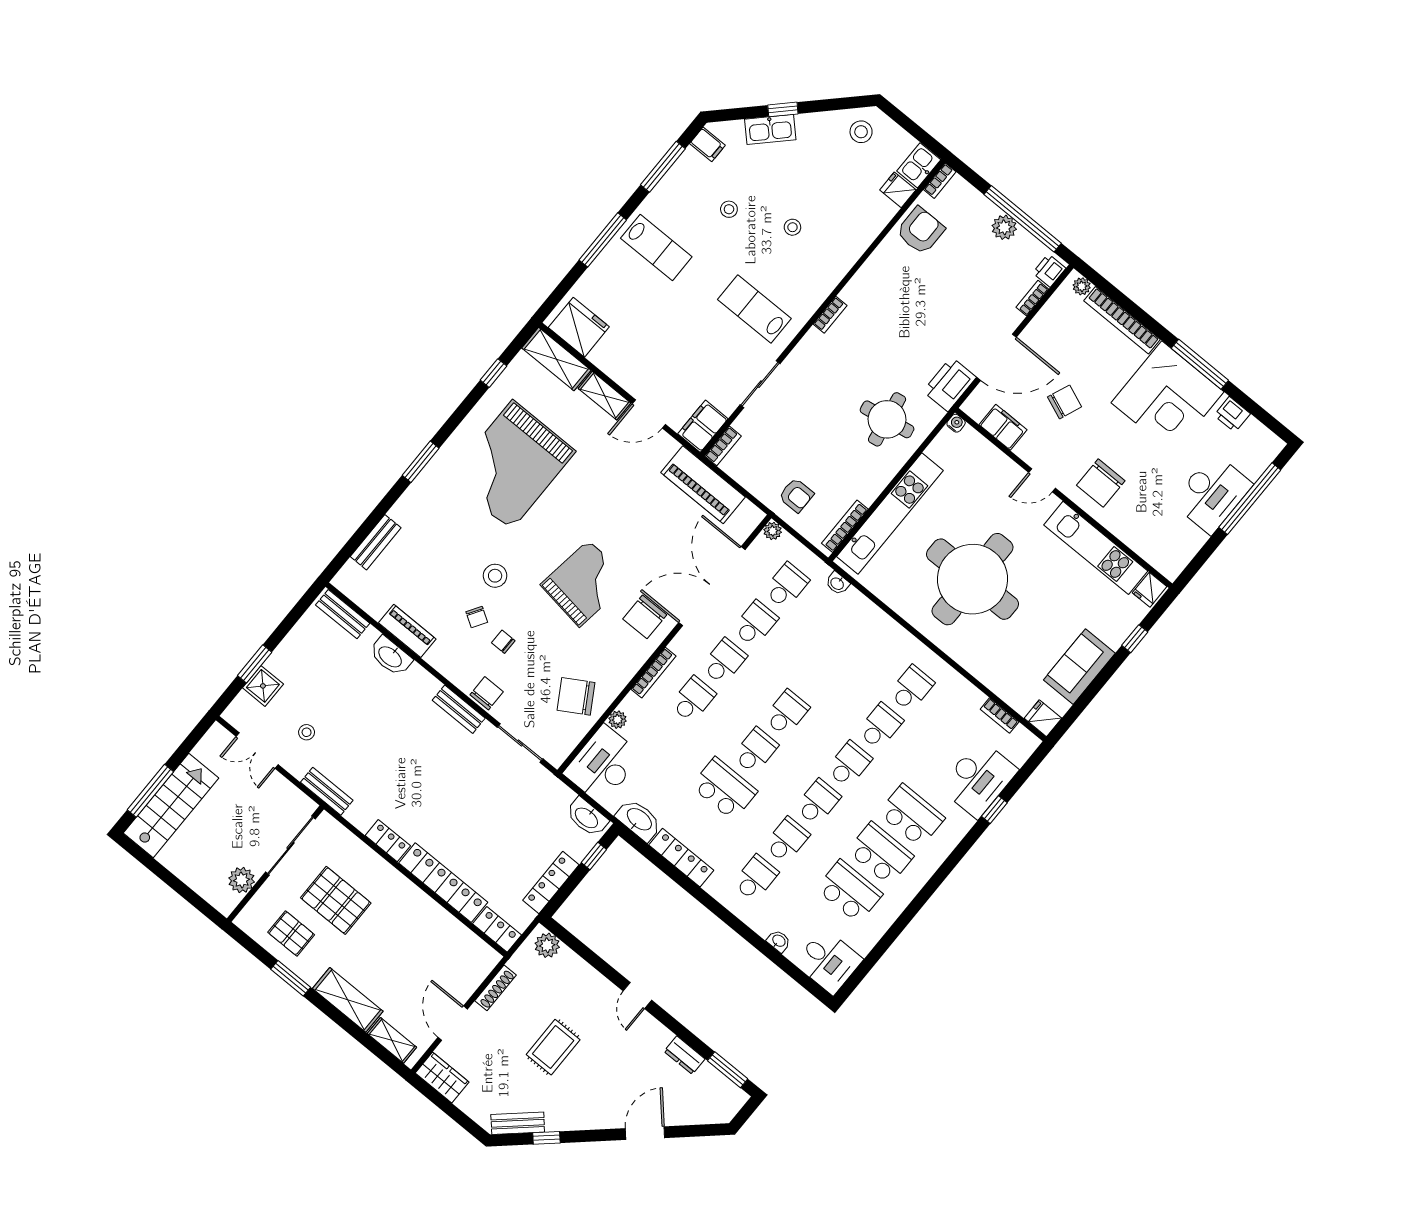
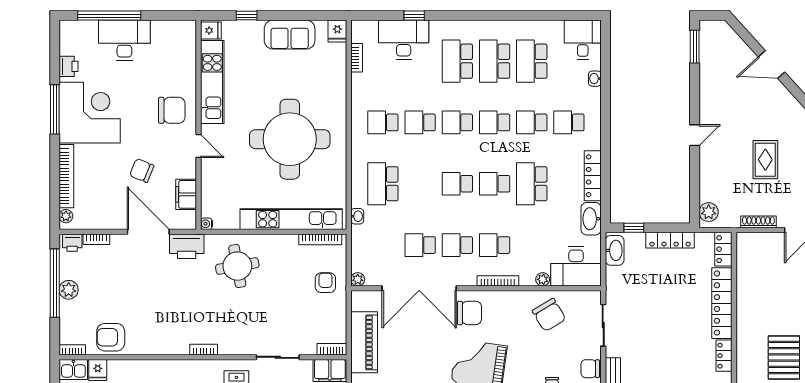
school desk: (786, 586) -> (383, 184), moved, width x1.85
rug: (553, 1047) -> (765, 160), turned 90
dresser: (685, 1055) -> (707, 79), removed

